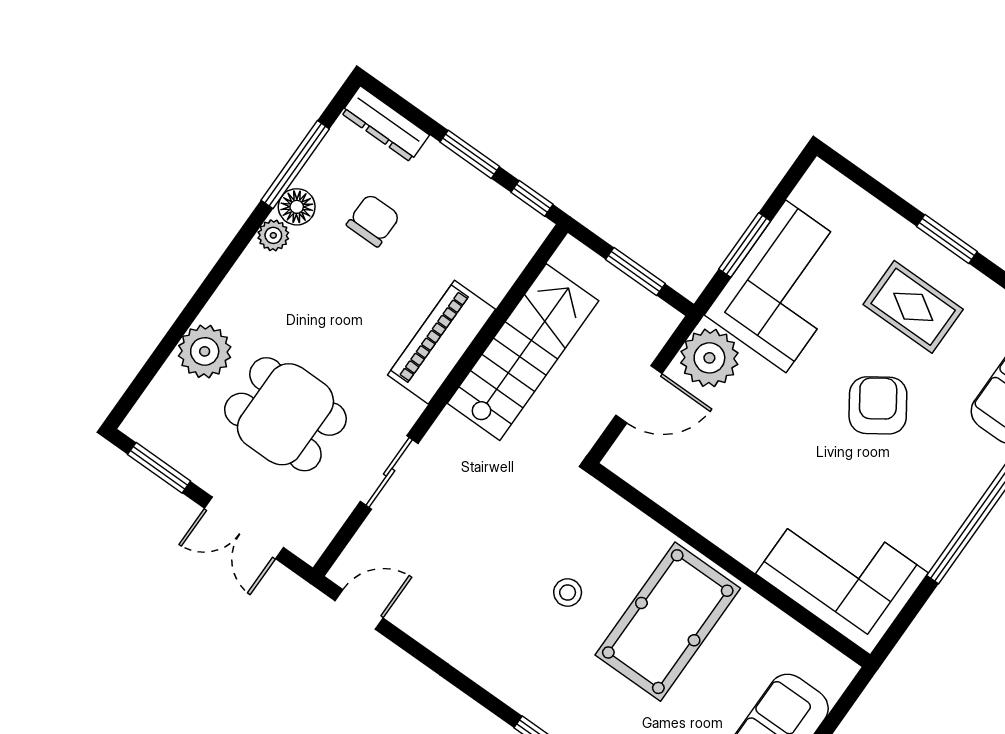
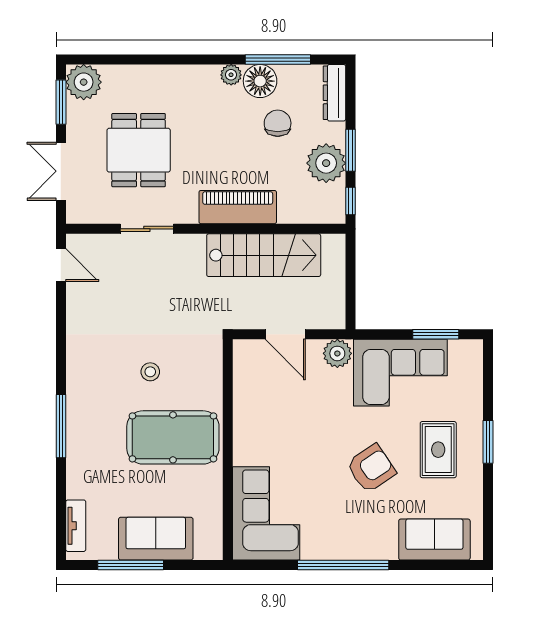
plant: (464, 195) -> (326, 163), added
floor lamp: (297, 207) -> (260, 81), width x1.38, depth x1.38
chair: (373, 220) -> (278, 123), turned -90
window: (745, 245) -> (436, 334), moved
window: (635, 272) -> (351, 285), removed
plant: (205, 351) -> (84, 82), moved
plant: (709, 358) -> (337, 353), width x0.73, depth x0.73

